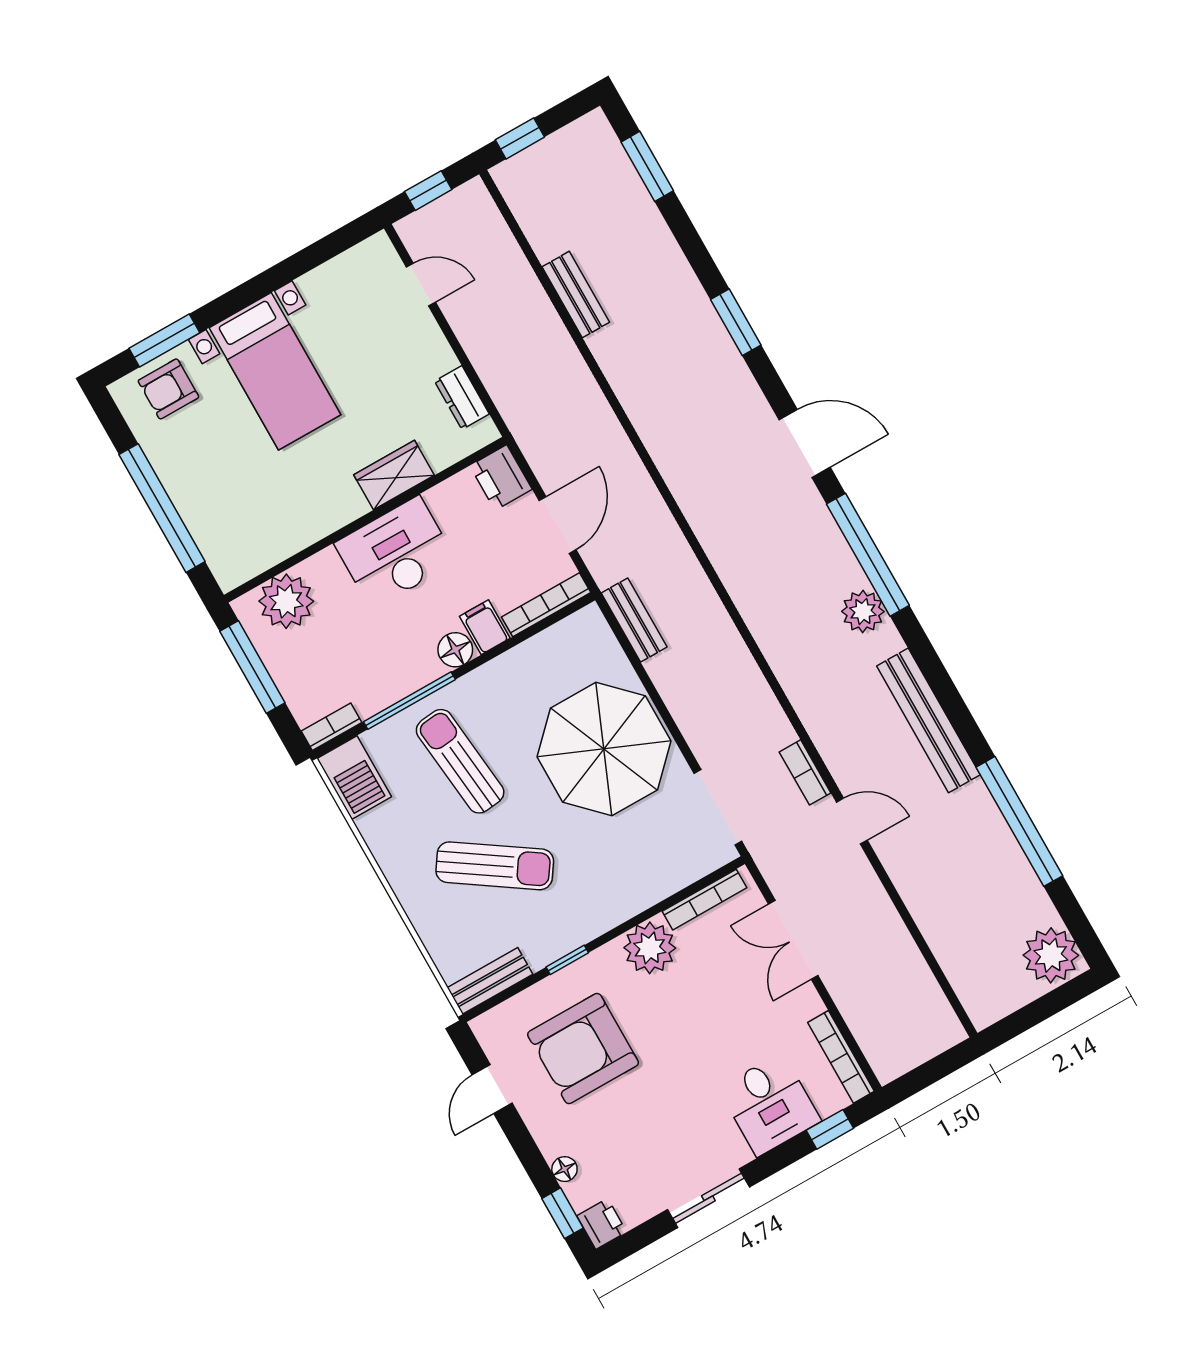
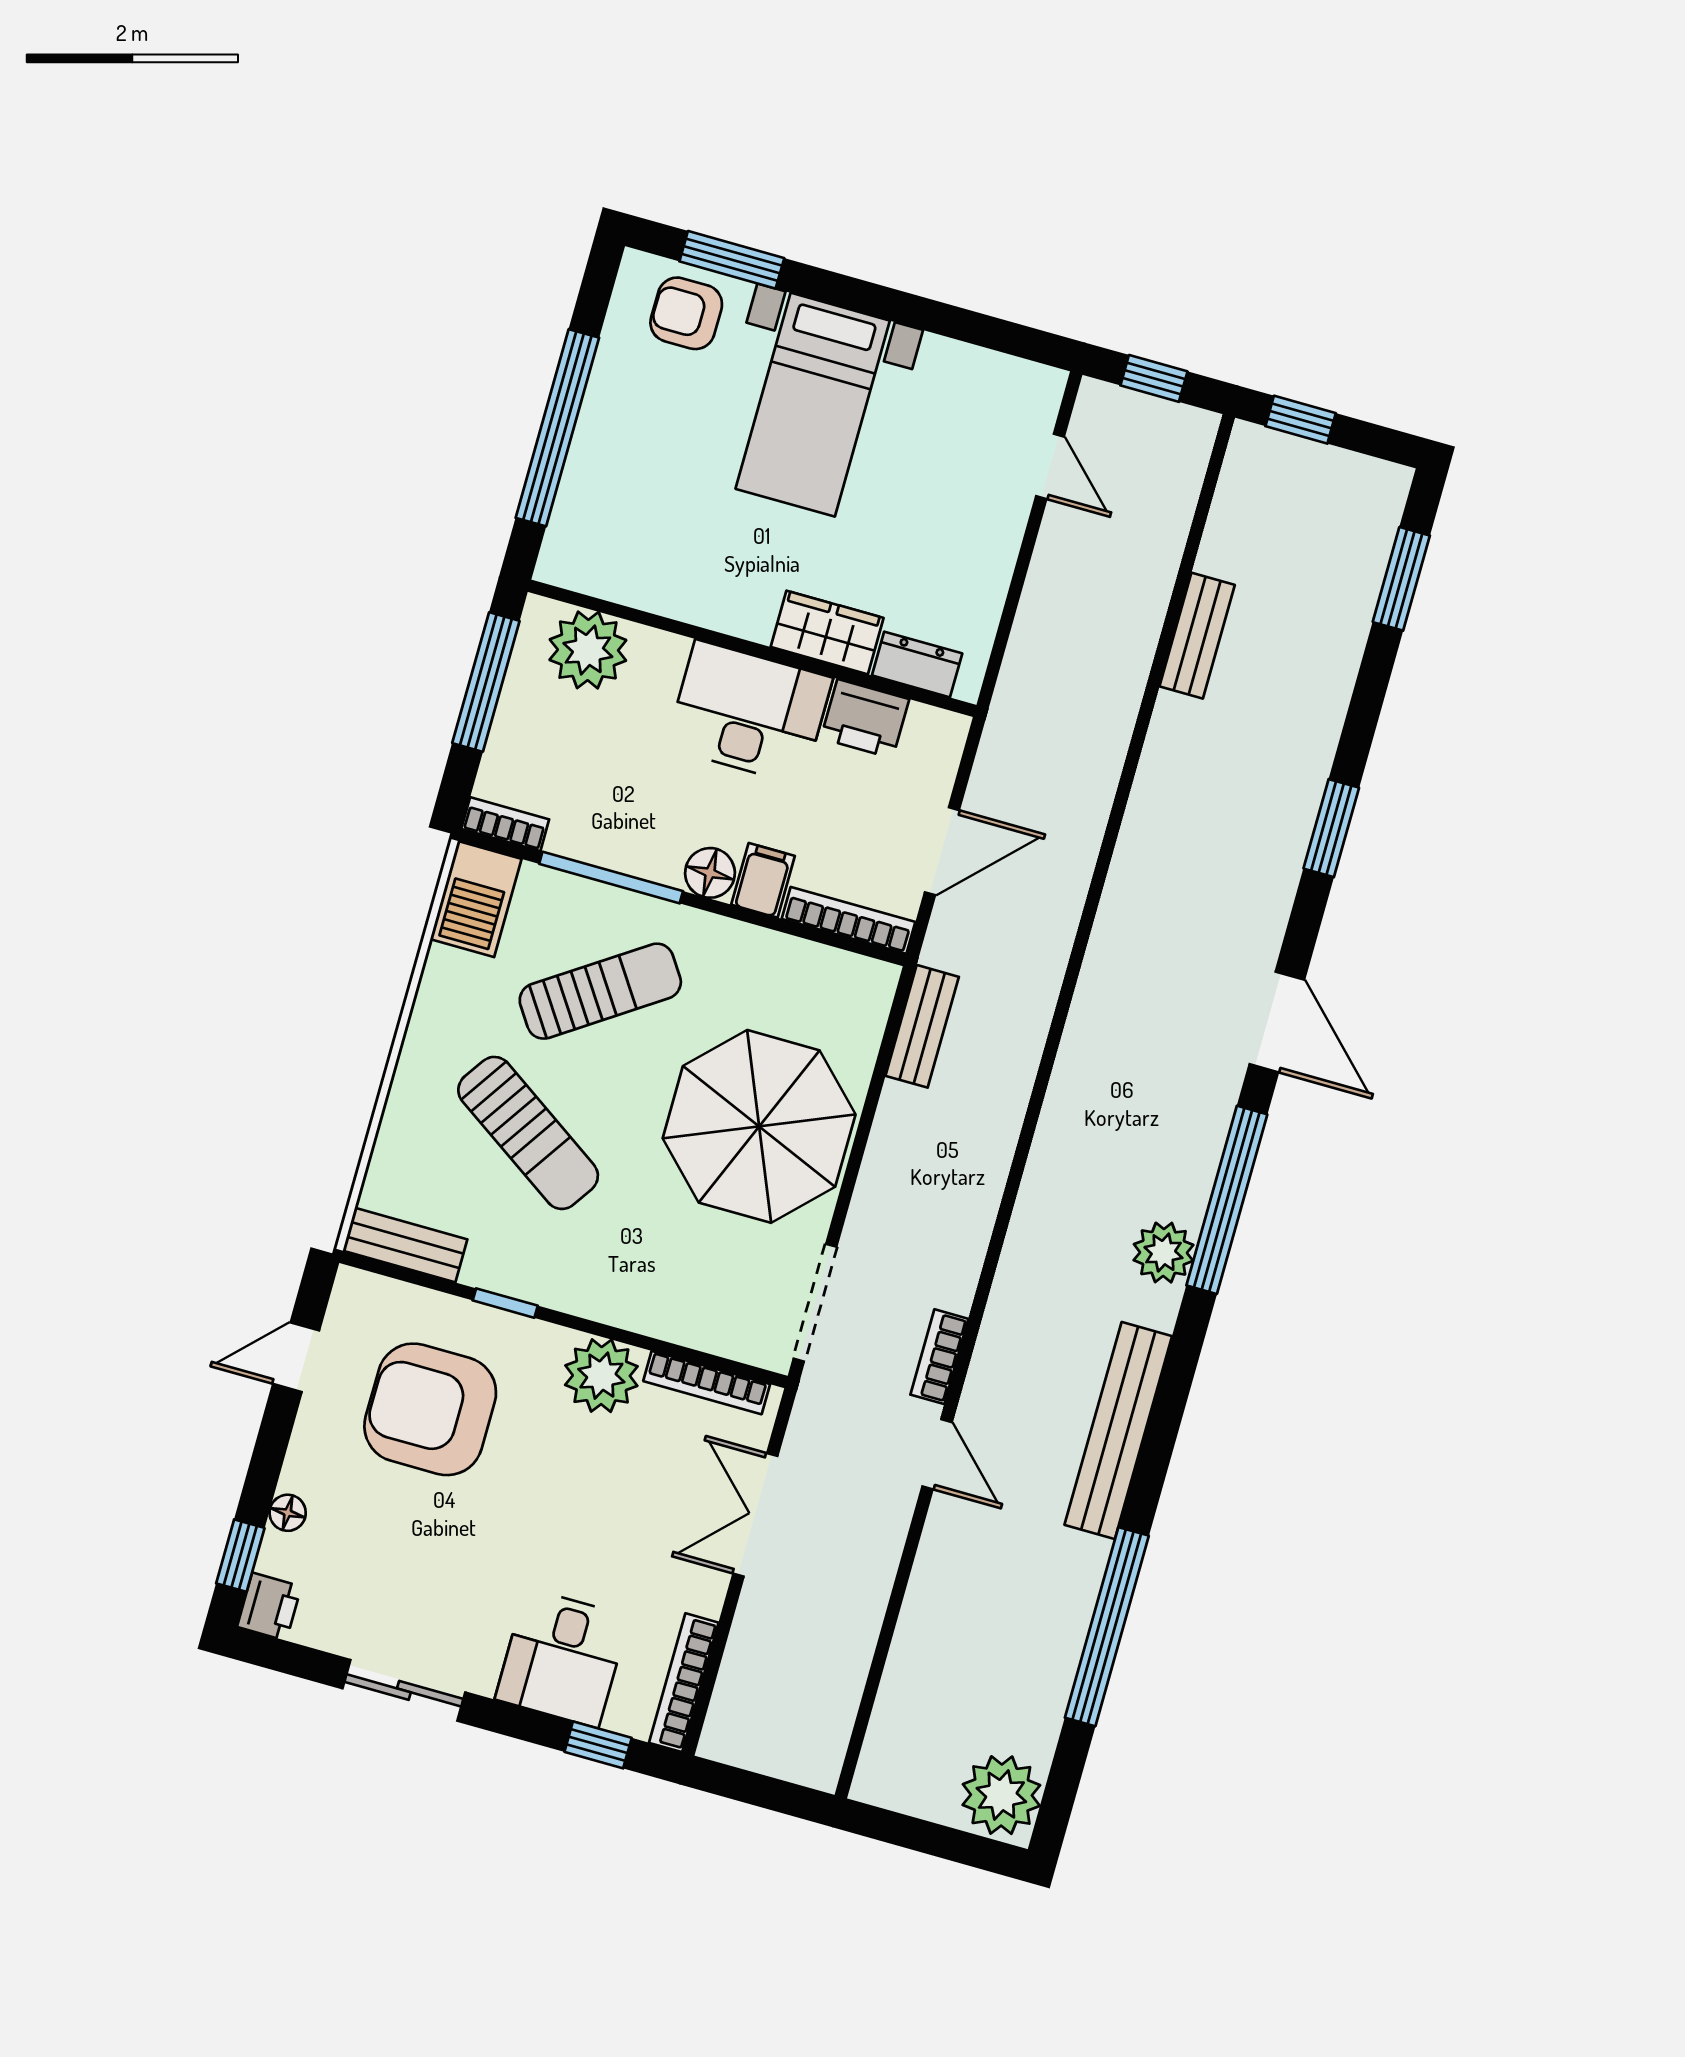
dresser: (462, 398) -> (917, 664), moved, turned 90
printer: (501, 477) -> (865, 719), moved, turned -90
sun lounger: (460, 761) -> (600, 991), turned 62

